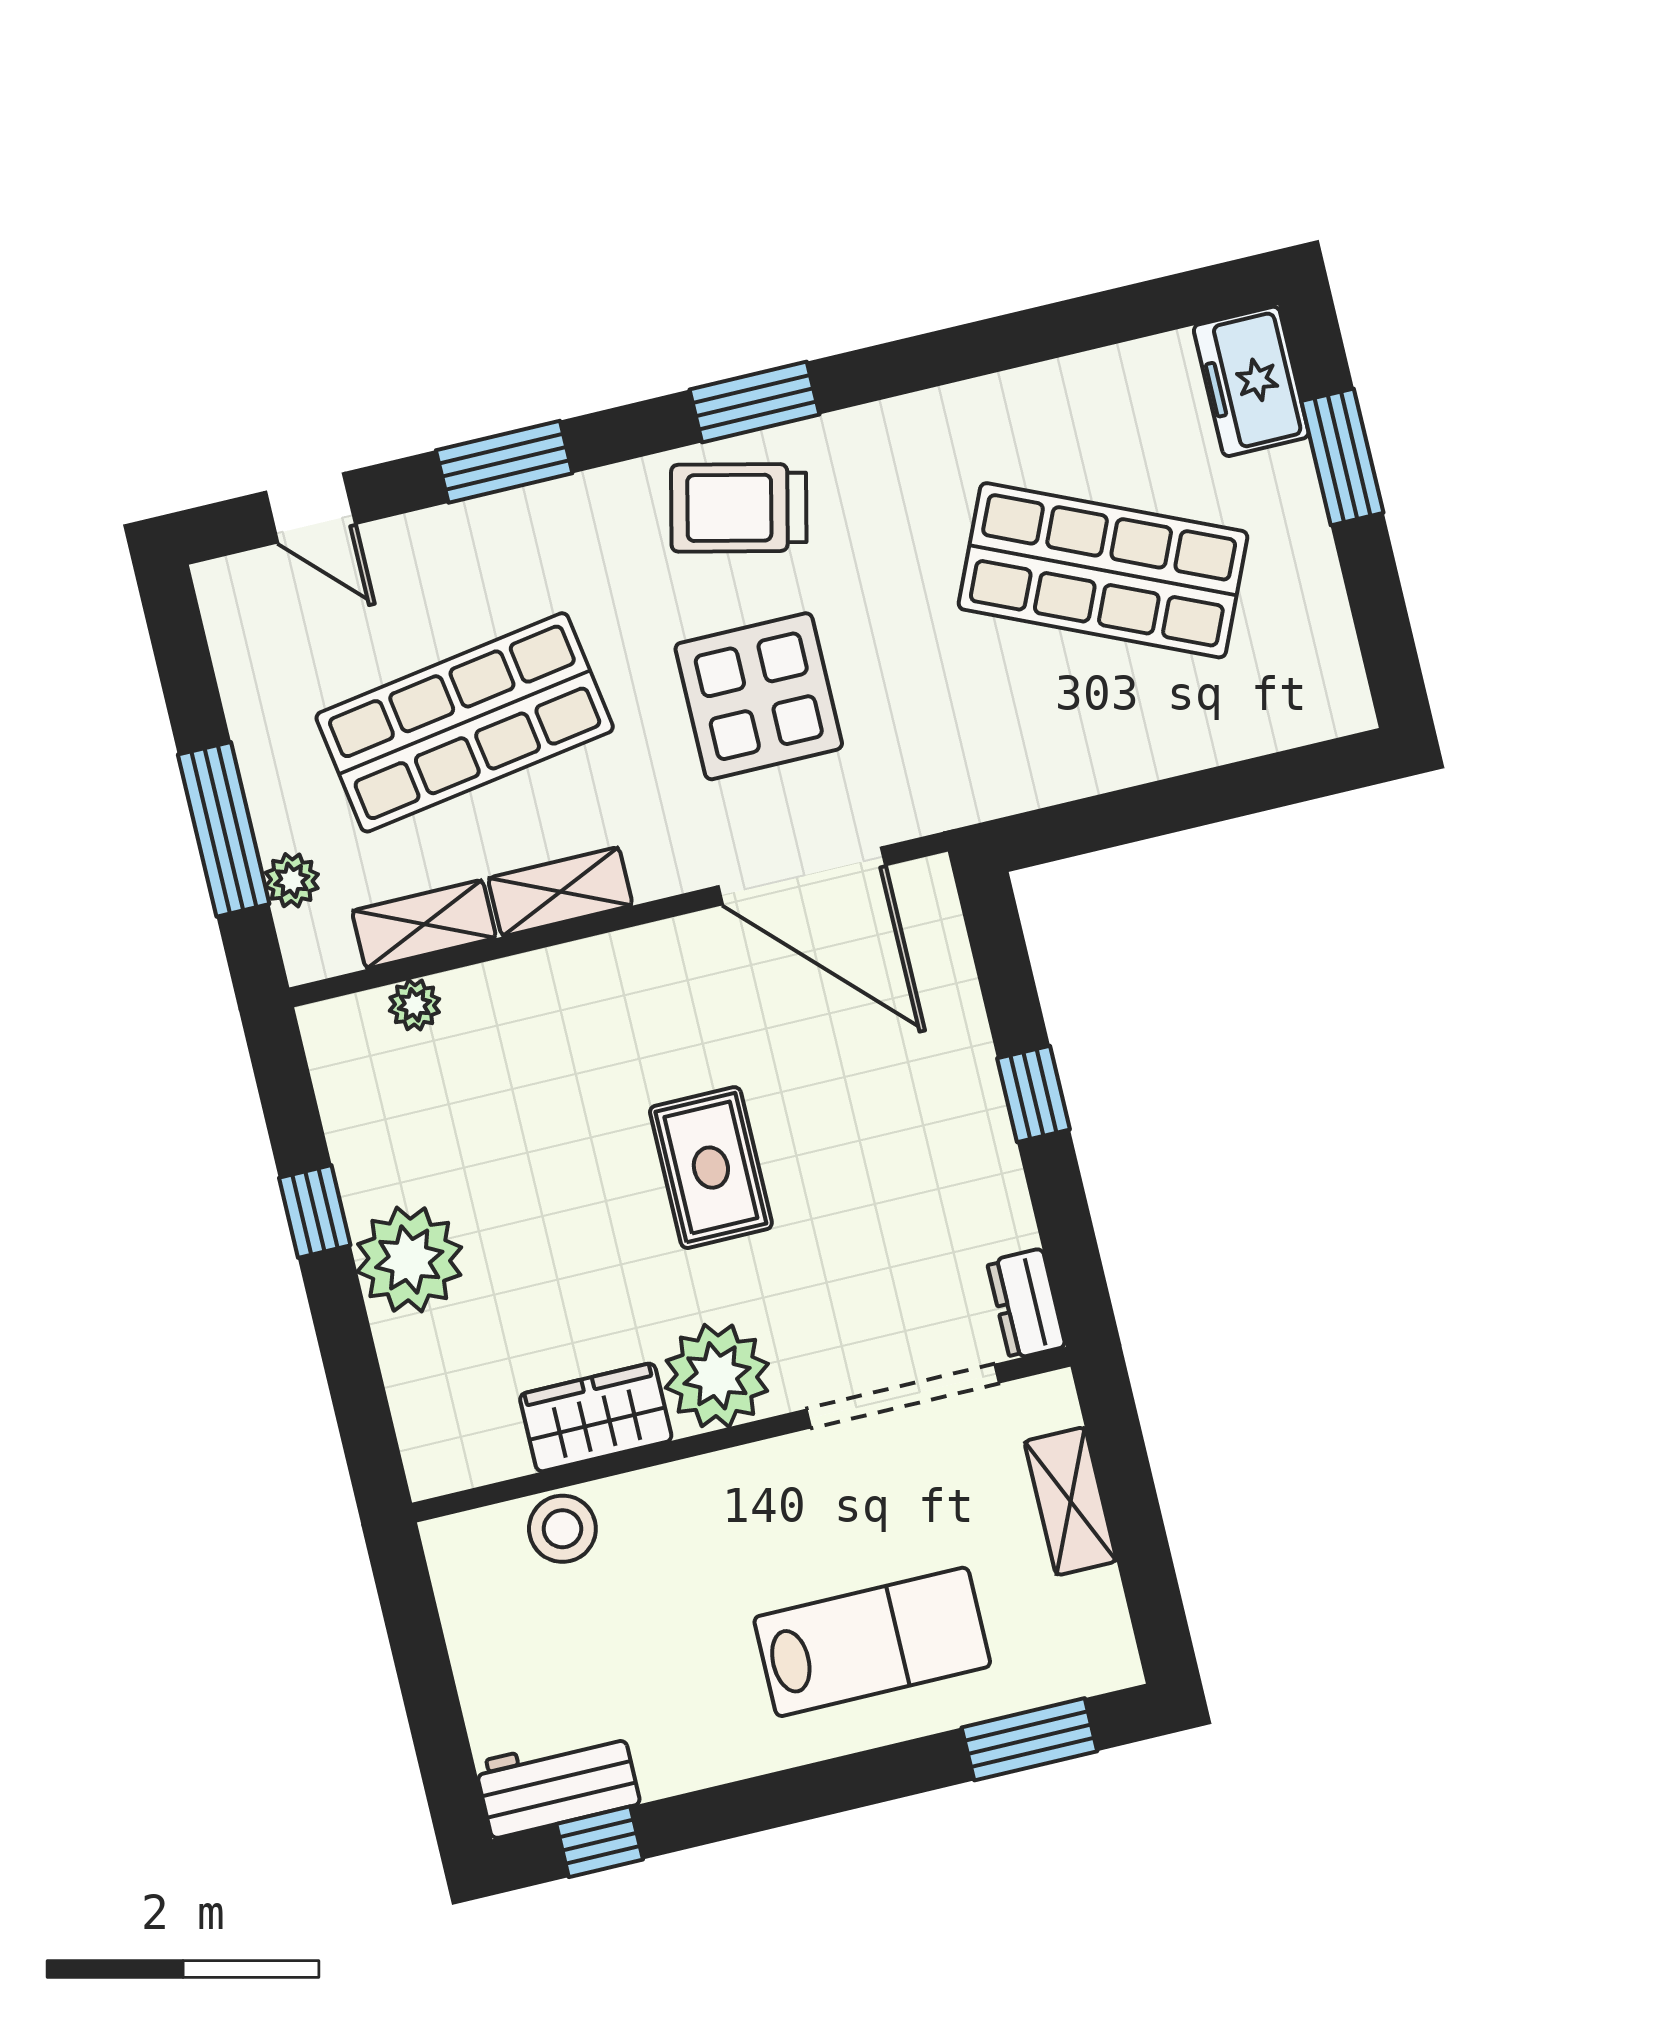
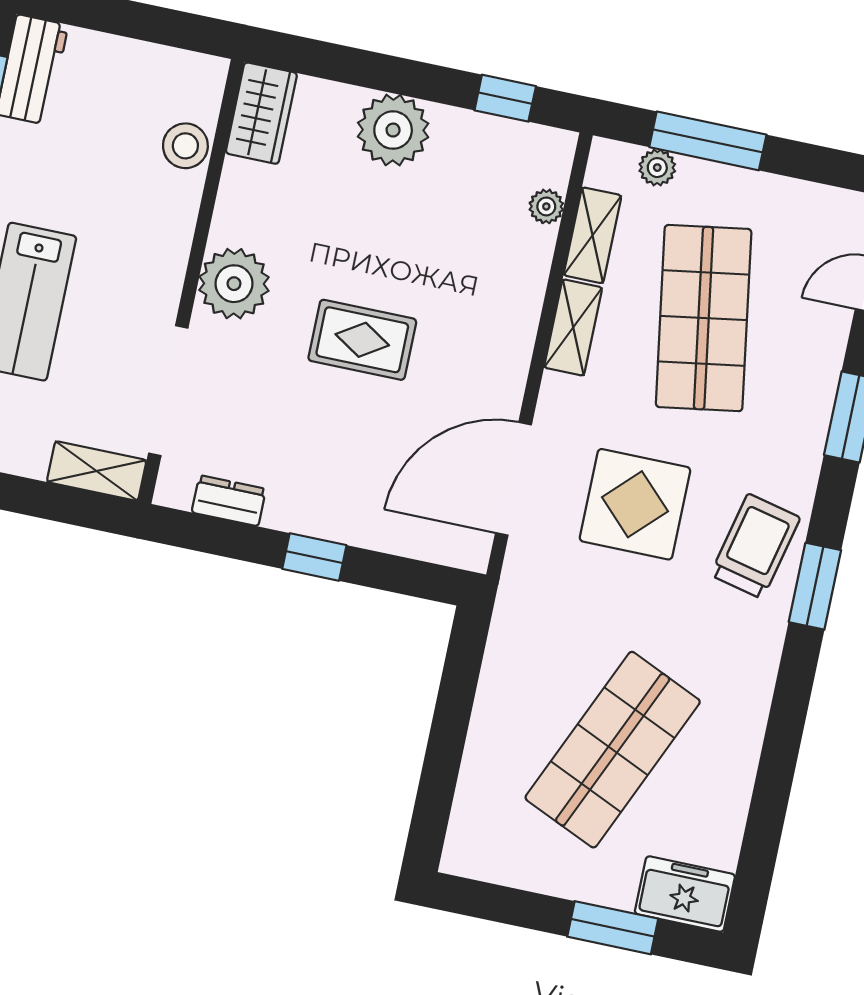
window: (315, 1211) -> (505, 98), moved
dresser: (1026, 1304) -> (229, 501), moved
wardrobe: (596, 1417) -> (261, 113), moved
shelving: (1071, 1501) -> (97, 471), moved

